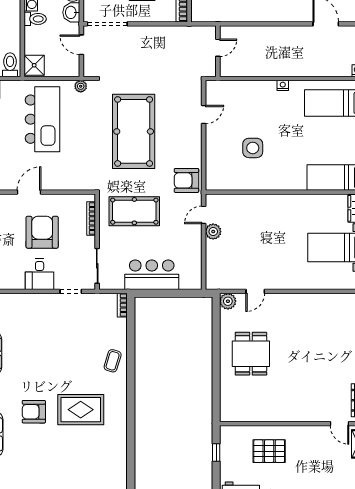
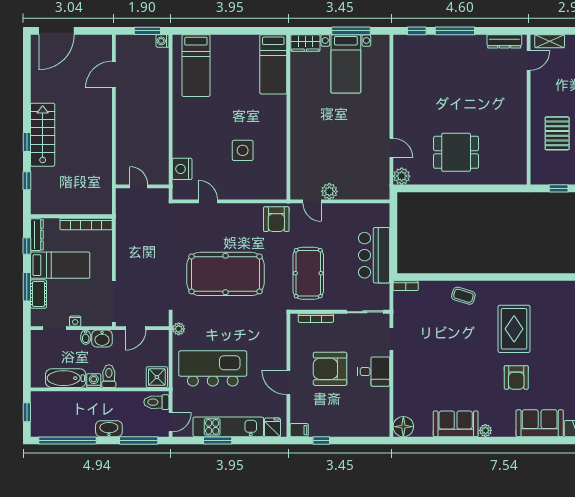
nightstand: (283, 85) -> (182, 169), moved, width x1.89, depth x1.79

